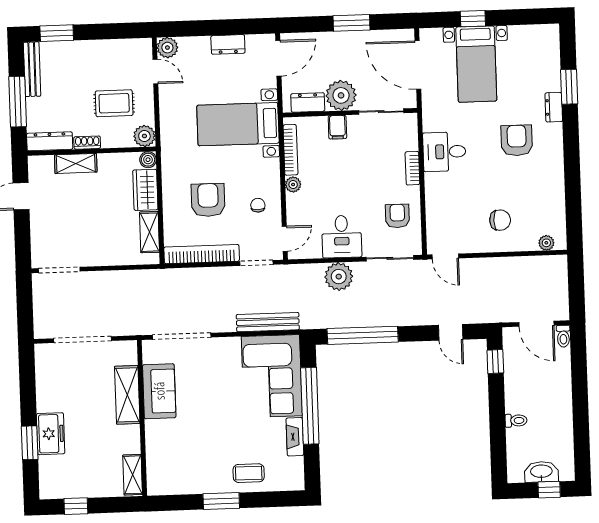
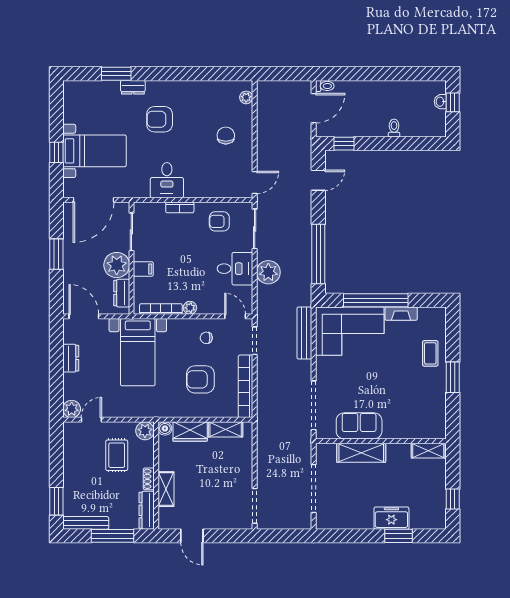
washbasin: (541, 472) -> (440, 102), width x0.52, depth x0.69

